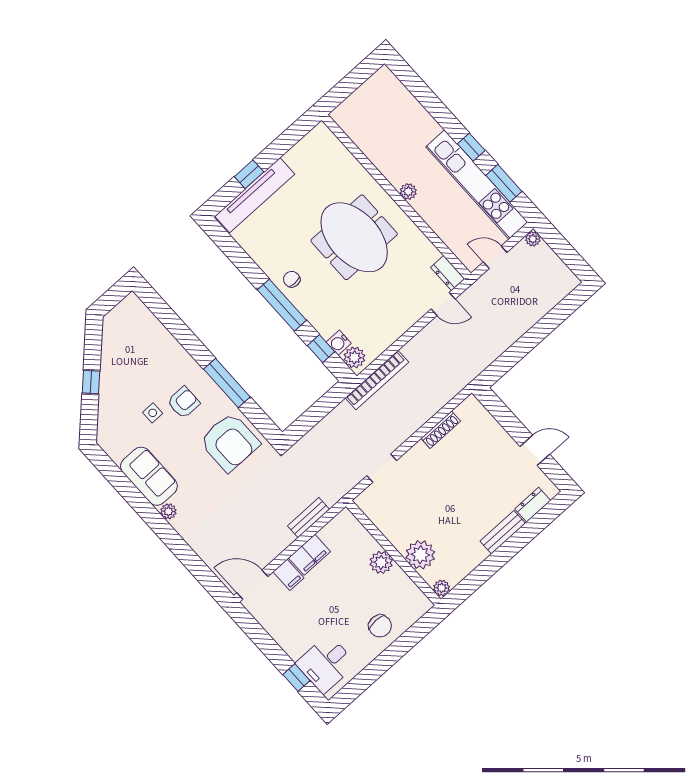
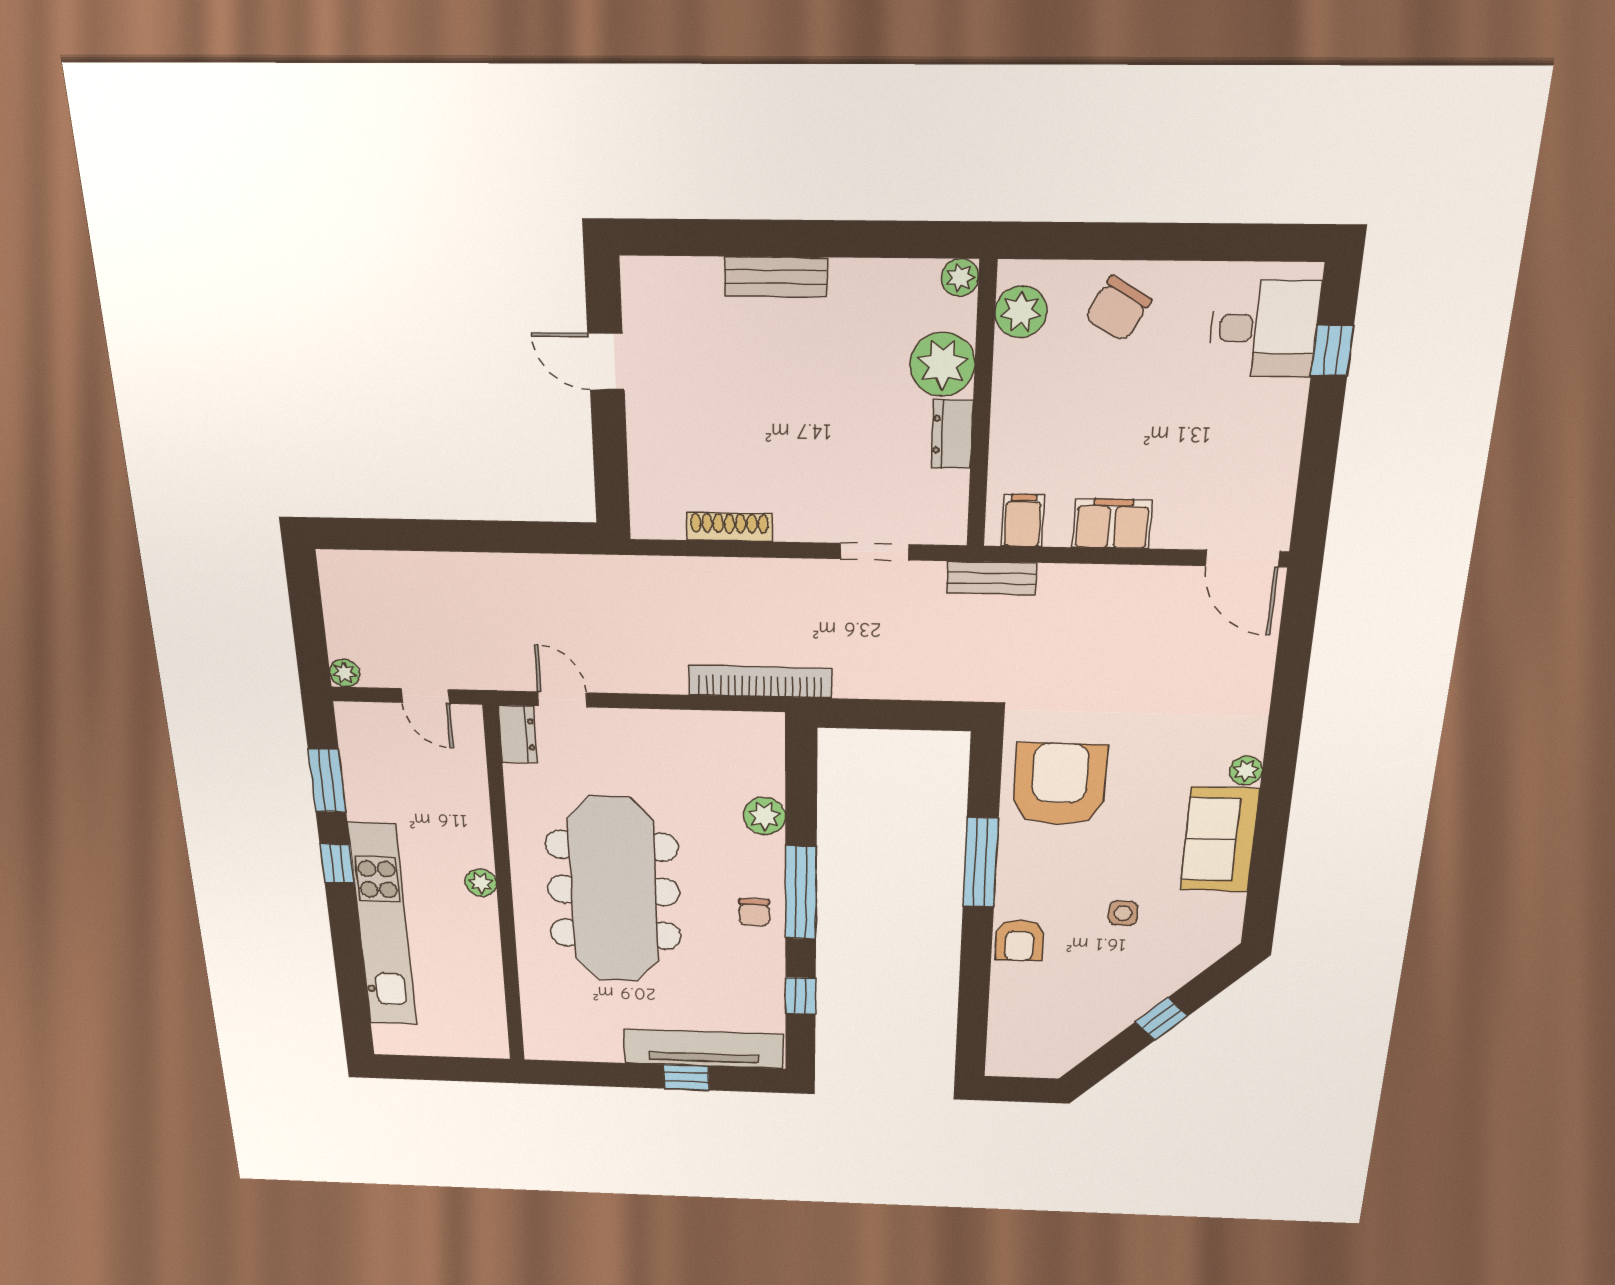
kitchen unit: (477, 185) -> (383, 926), moved
meeting table: (354, 237) -> (614, 891), width x1.36
water cooler: (339, 343) -> (768, 778), removed
window: (321, 349) -> (800, 996), moved
plant: (354, 357) -> (764, 816), moved
armchair: (184, 402) -> (1020, 940), moved, turned -90
dresser: (533, 505) -> (952, 434), moved, turned 90
bench: (309, 518) -> (992, 578), moved
plant: (381, 562) -> (1021, 312), moved
filing cabinet: (288, 575) -> (1023, 521), moved
chair: (380, 626) -> (1118, 309), turned -150

